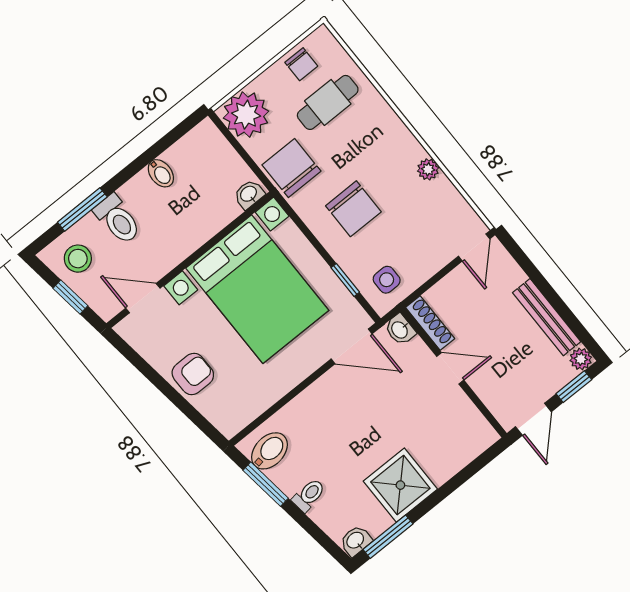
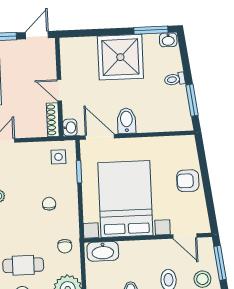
chair: (291, 168) -> (65, 246), width x0.54, depth x0.54
washbasin: (249, 194) -> (103, 251), width x1.91, depth x1.45
chair: (353, 209) -> (49, 204), width x0.54, depth x0.54
window: (70, 297) -> (220, 263), width x1.50
bidet: (269, 451) -> (126, 121), moved, turned 97
shower: (400, 485) -> (120, 57), width x1.37, depth x1.37

